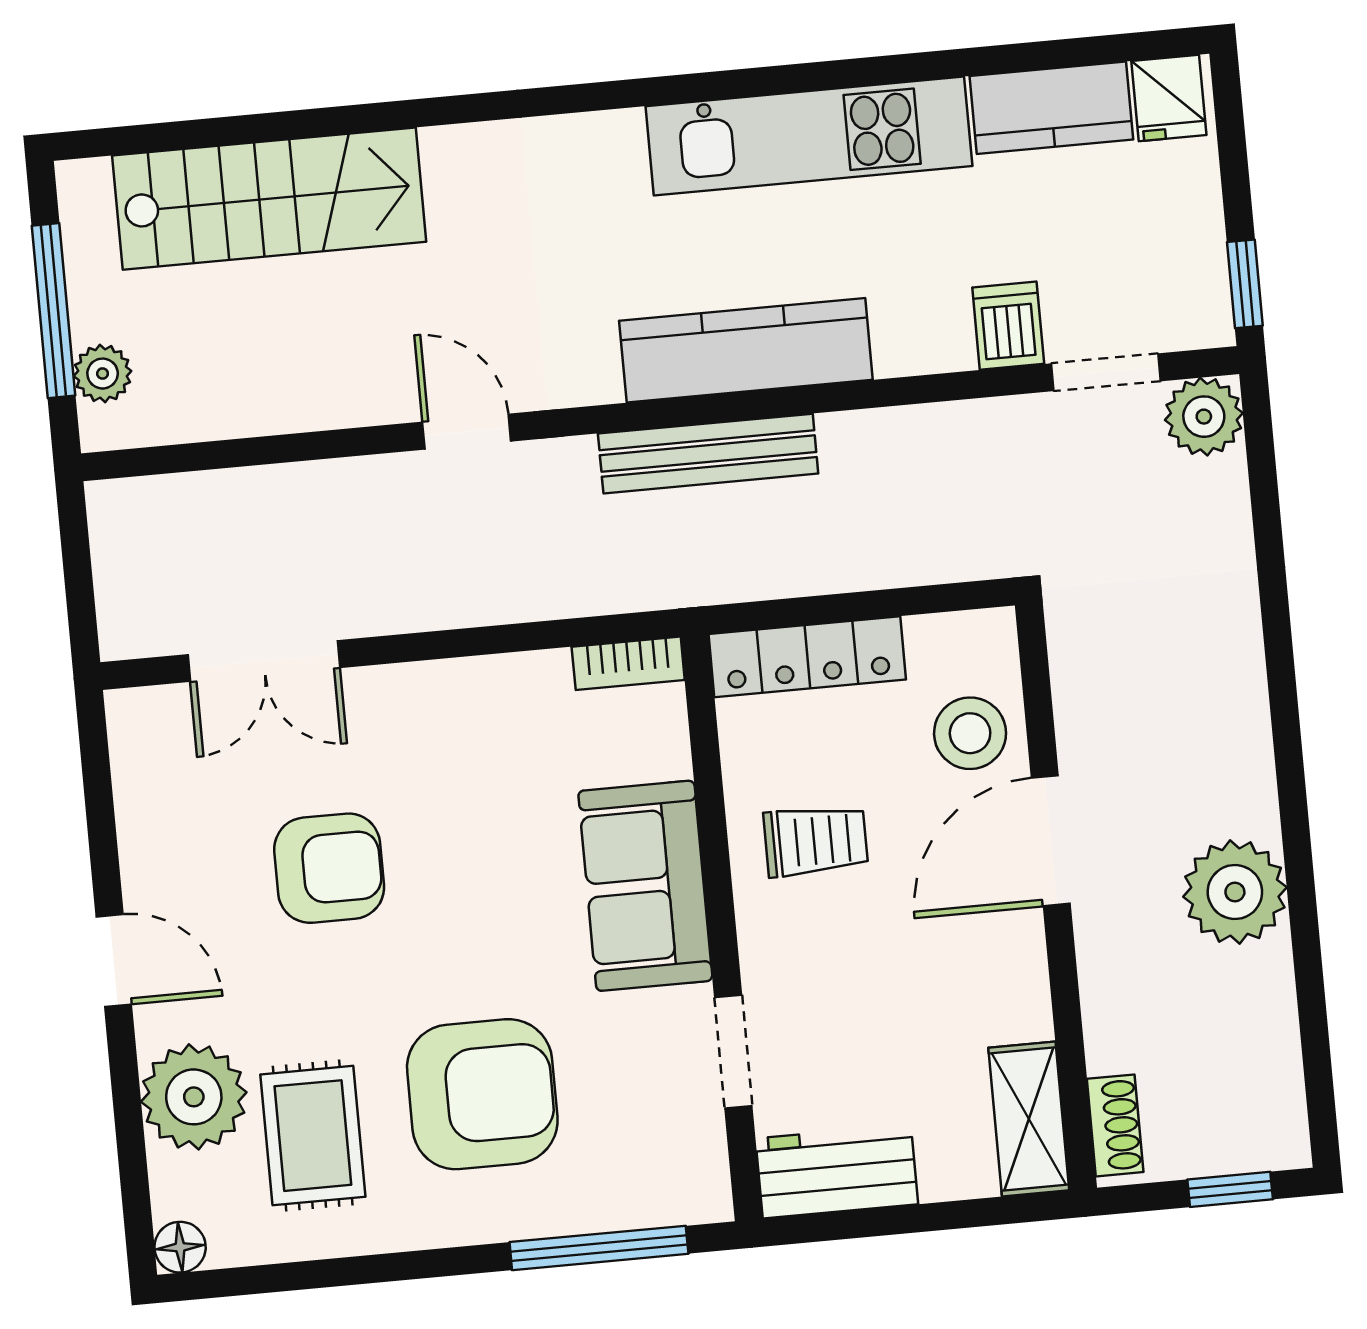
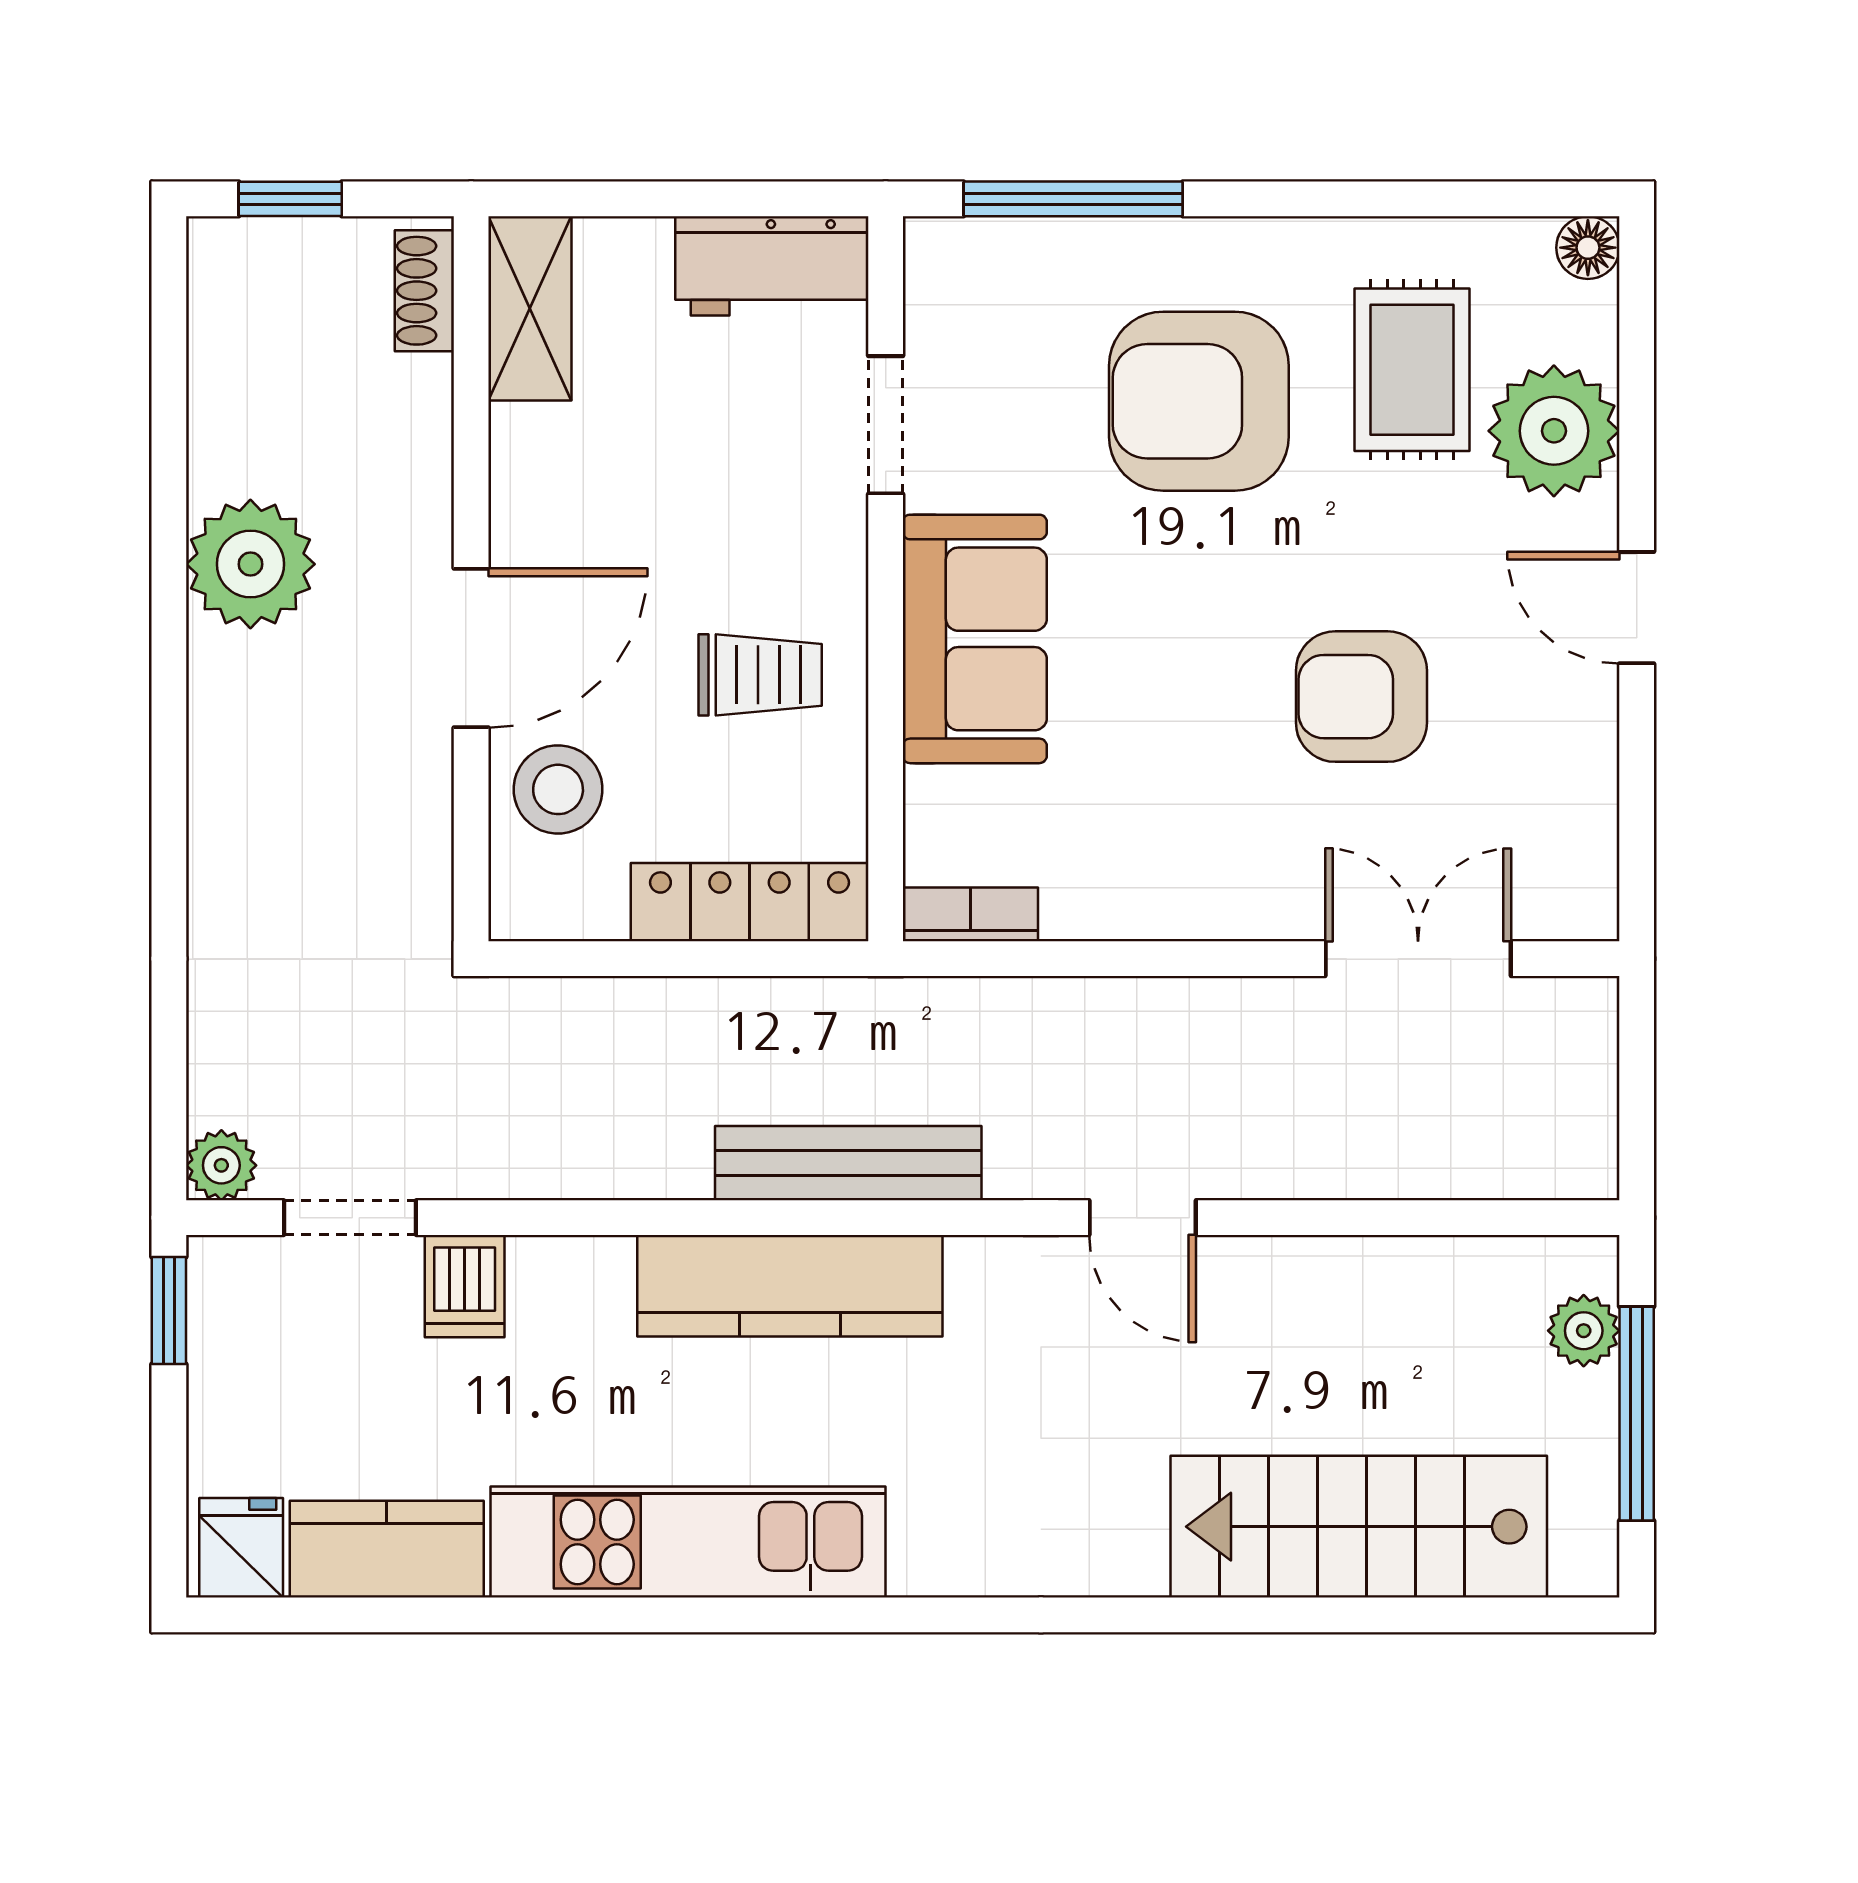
plant: (1204, 417) -> (221, 1165), width x0.73, depth x0.73
trolley: (816, 841) -> (760, 675), turned 180

